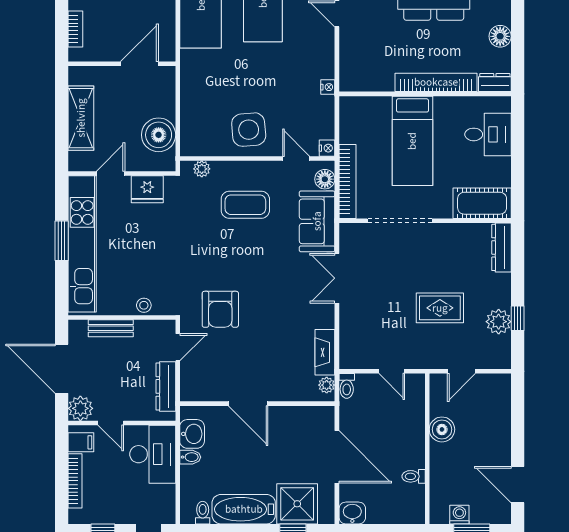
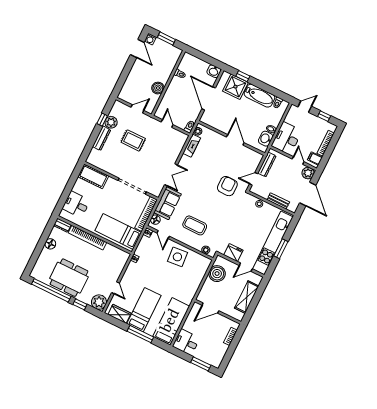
bed: (412, 141) -> (118, 231), moved, turned -90
dresser: (501, 247) -> (102, 138), moved
washing machine: (459, 515) -> (150, 39), moved

